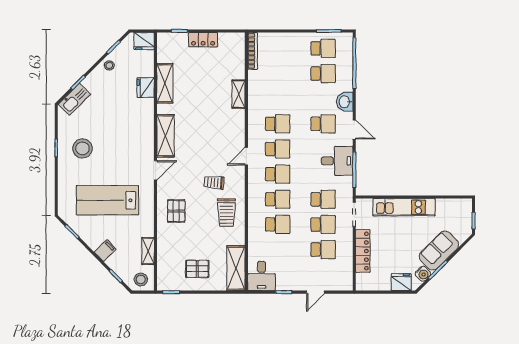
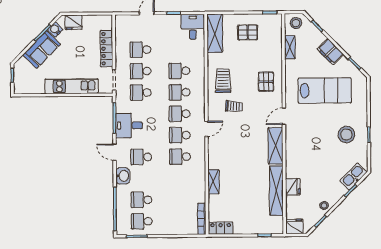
locker: (203, 40) -> (221, 228), moved
shelving: (165, 83) -> (276, 191), width x1.47
filing cabinet: (105, 251) -> (330, 52), width x2.00

